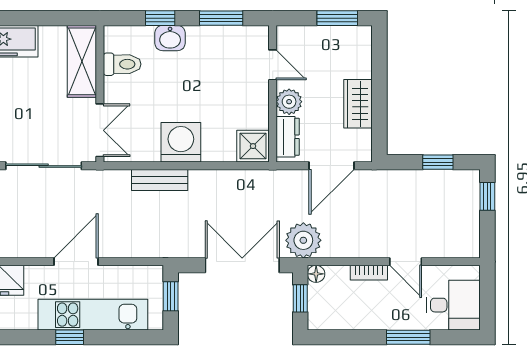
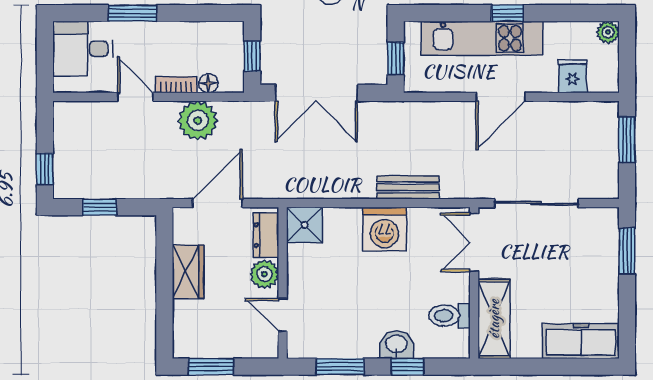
plant: (303, 240) -> (198, 121), moved
floor lamp: (316, 274) -> (208, 83), moved

